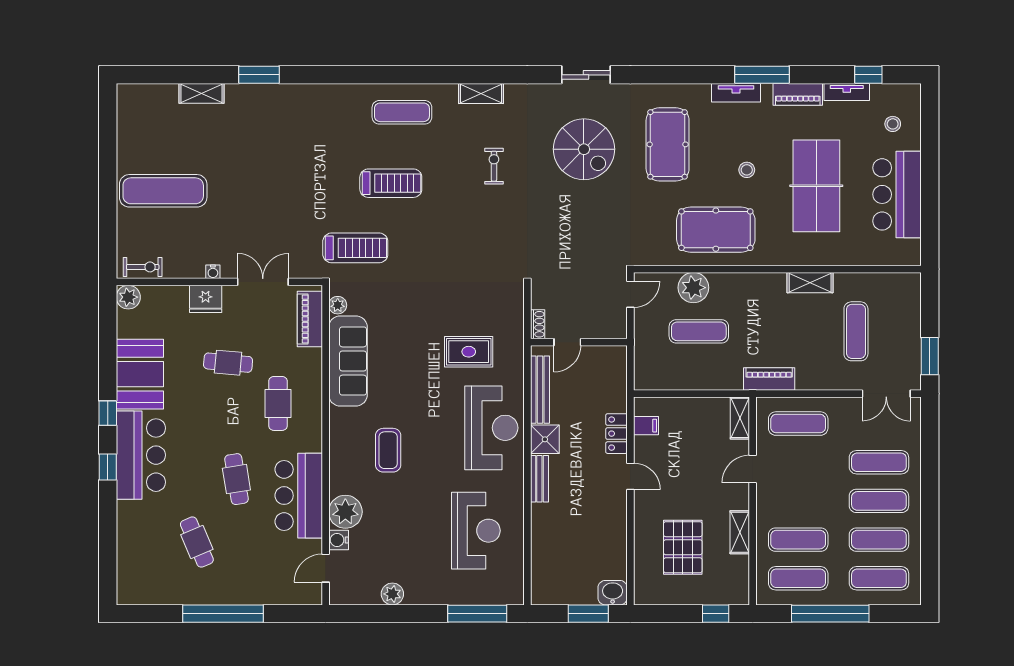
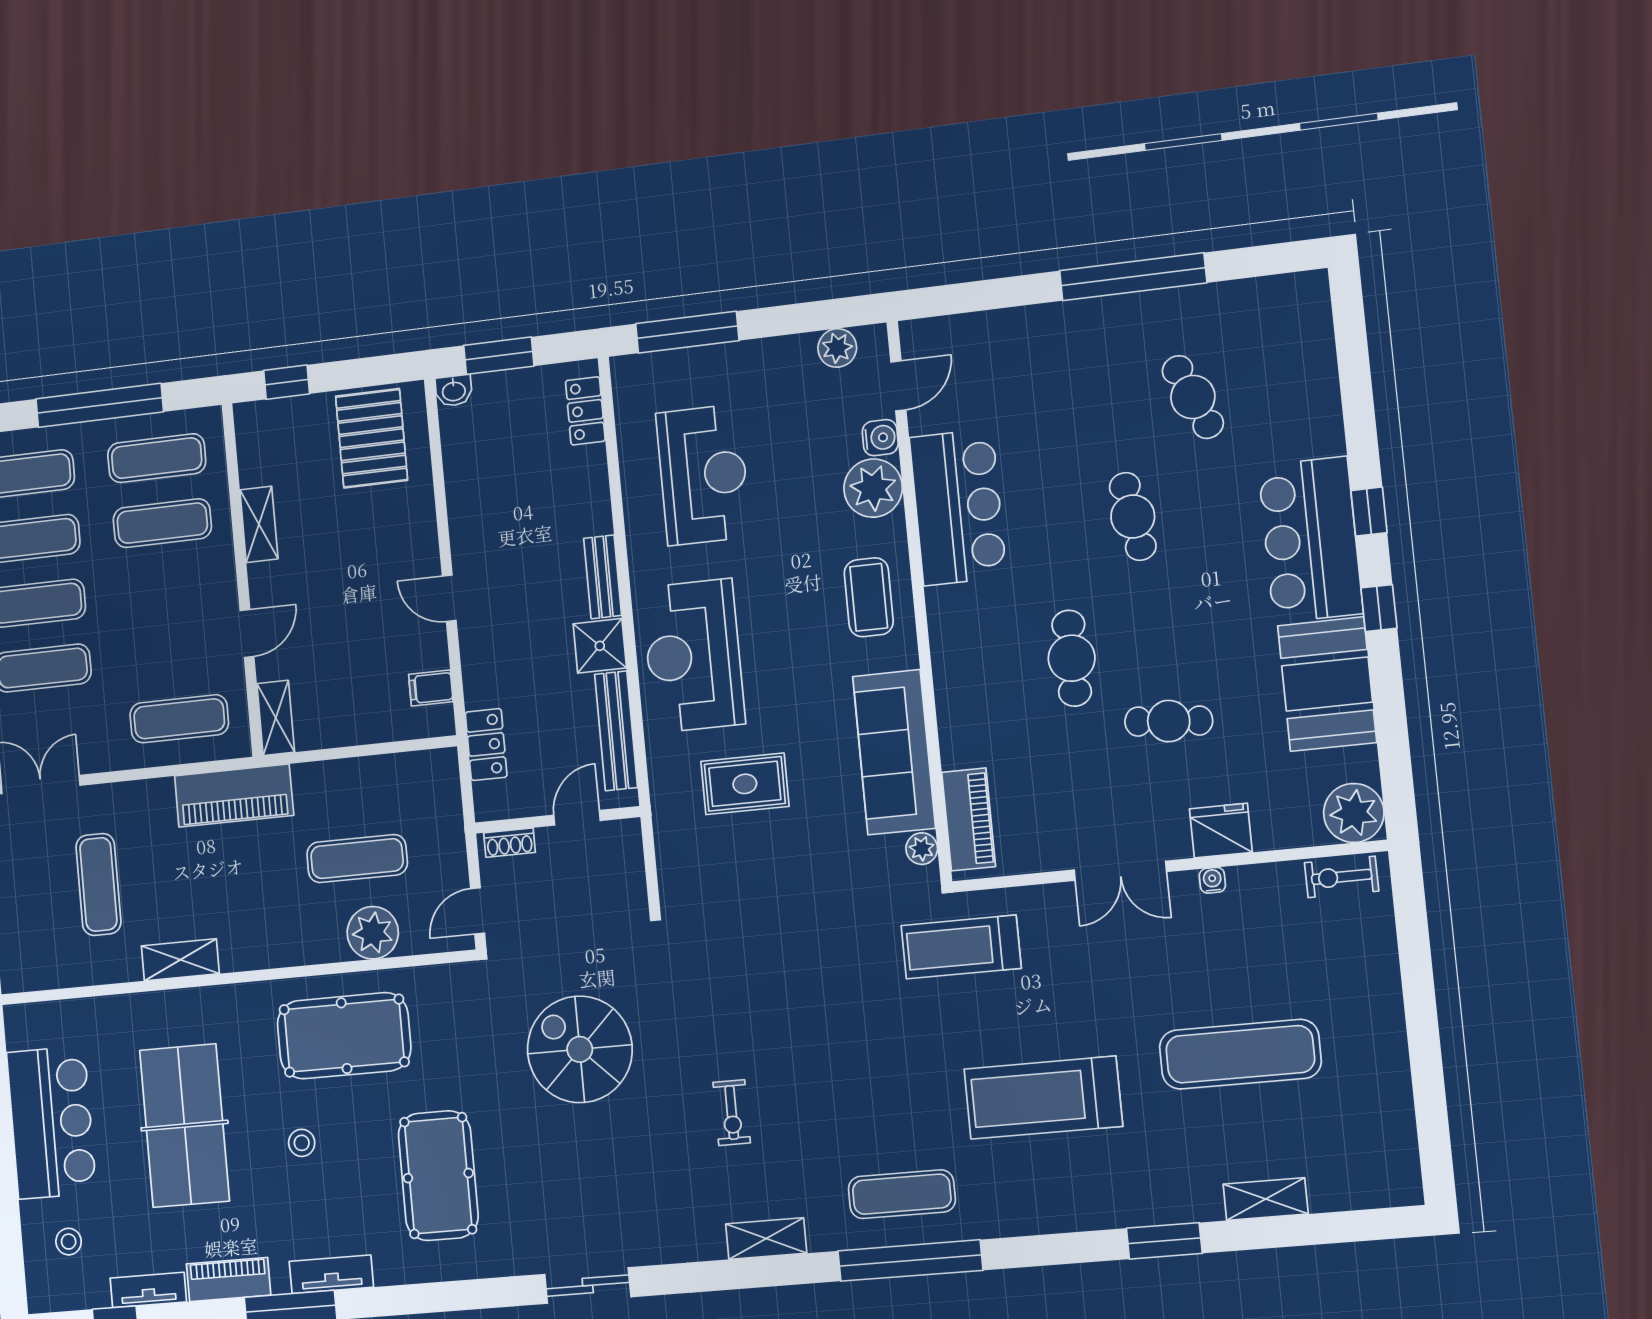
window: (401, 75) -> (910, 1261), added
spiral stairs: (584, 149) -> (580, 1049), moved
treadmill: (391, 183) -> (1043, 1098), moved, width x1.37, depth x1.38
exercise mat: (163, 191) -> (1240, 1054), moved
plant: (128, 297) -> (1354, 813), width x1.36, depth x1.36
plant: (338, 305) -> (922, 849), moved
piano: (310, 319) -> (969, 819), moved
shoe rack: (538, 324) -> (510, 843), moved, turned -90
sofa: (348, 361) -> (894, 752), moved
piano: (769, 379) -> (234, 796), width x1.37, depth x1.33
locker: (616, 434) -> (486, 744), moved
wall: (326, 445) -> (919, 601), moved
bar counter: (299, 496) -> (958, 507), moved
plant: (345, 512) -> (873, 488), moved
reception desk: (476, 531) -> (703, 475), turned 180
water cooler: (339, 540) -> (880, 438), moved
pallet: (683, 547) -> (372, 438), moved
door: (326, 568) -> (898, 386), moved
locker: (541, 575) -> (585, 411), added
washbasin: (613, 593) -> (454, 391), width x0.72, depth x0.69

